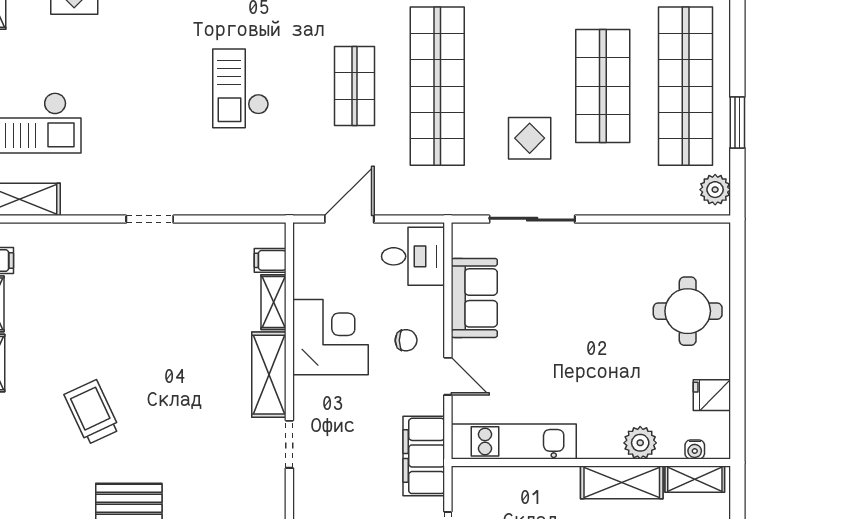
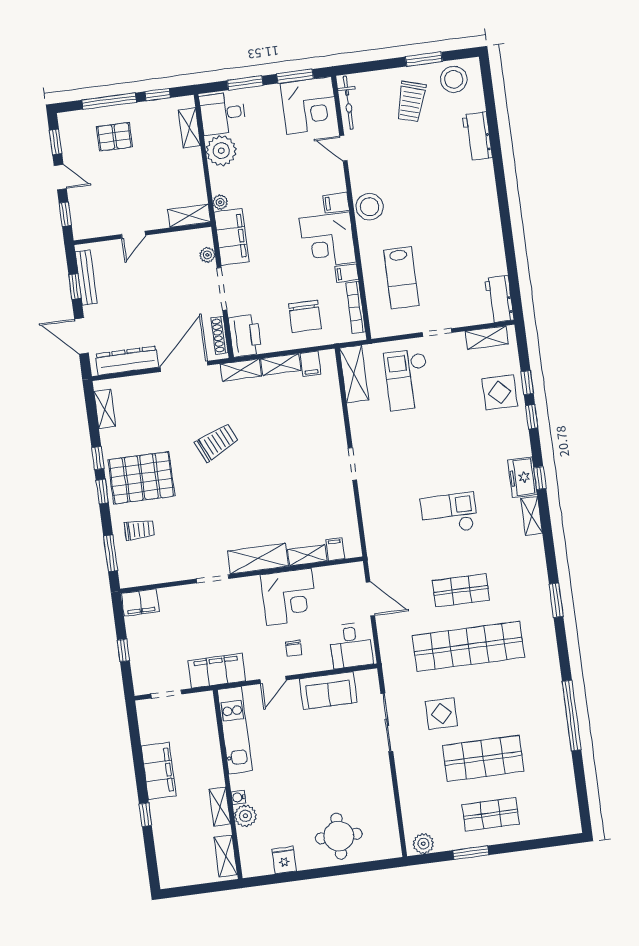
shop shelf: (686, 86) -> (491, 814), width x0.50, depth x0.74
water cooler: (695, 449) -> (238, 797), moved
shelving: (622, 482) -> (220, 807), width x0.67, depth x0.75

